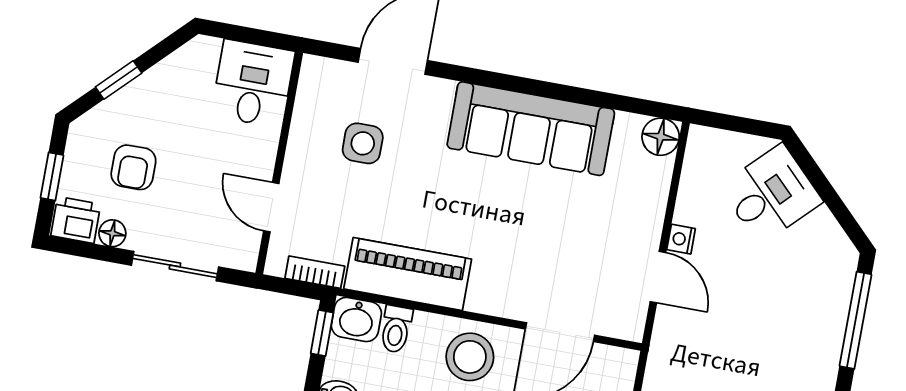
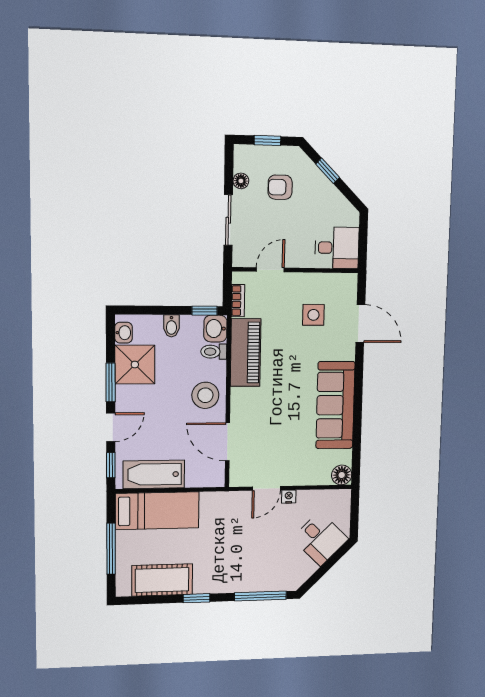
printer: (76, 220) -> (245, 158), removed

